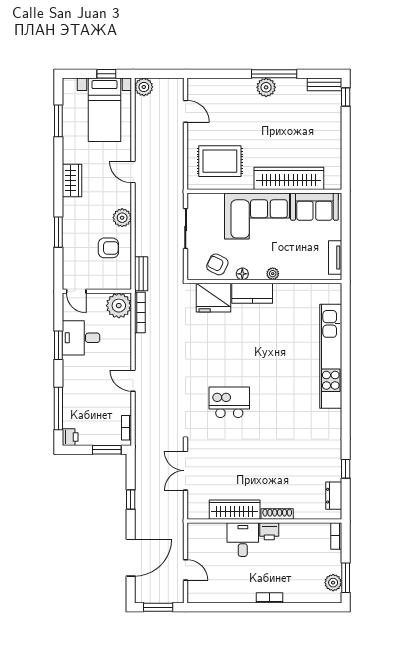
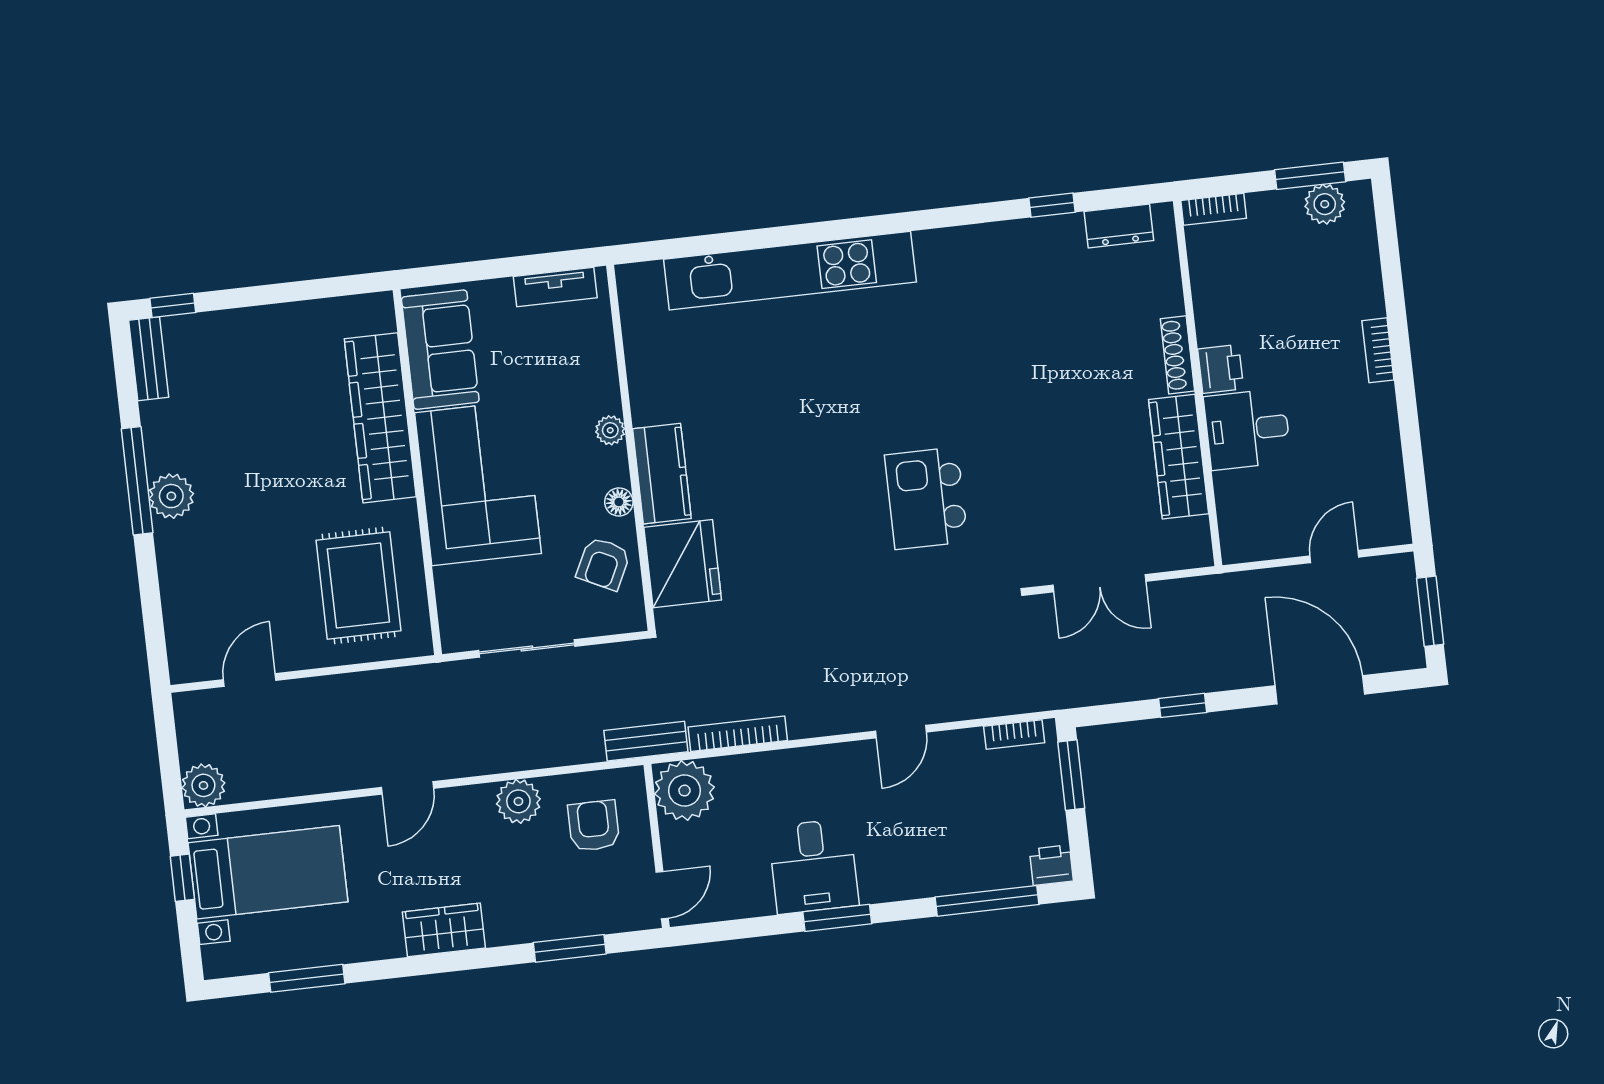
door: (76, 291) -> (662, 895), moved
wall: (97, 291) -> (657, 846), moved
plant: (119, 306) -> (684, 791), moved

